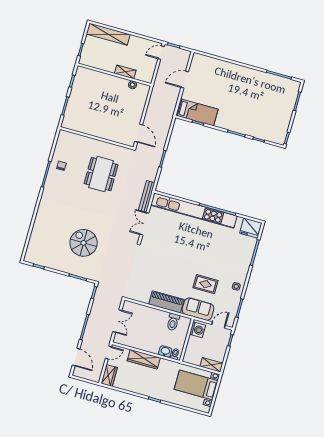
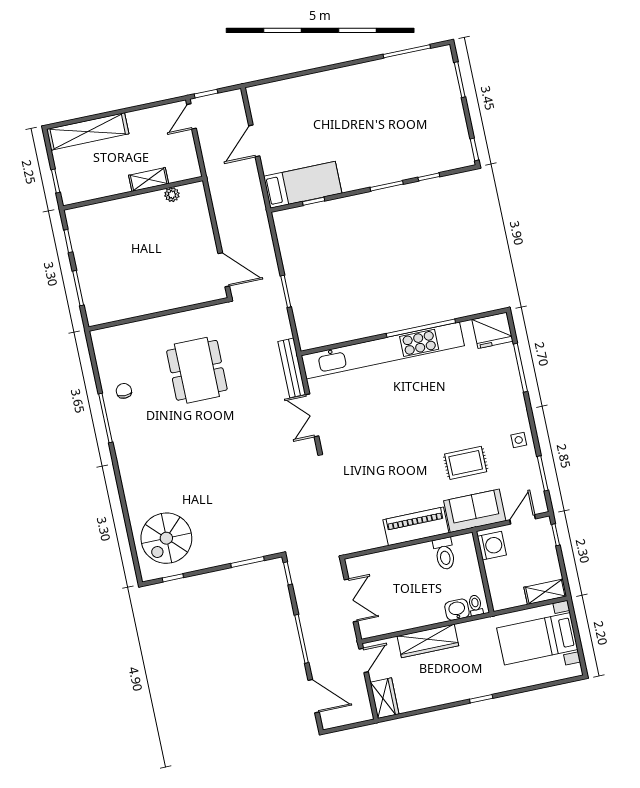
spiral stairs: (84, 243) -> (166, 538), moved, turned -90

